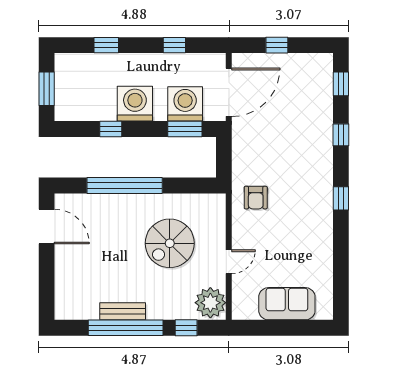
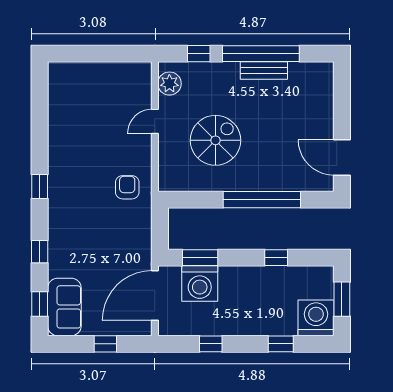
washing machine: (135, 104) -> (316, 318), moved, turned 180
plant: (210, 303) -> (169, 84), width x0.73, depth x0.73
sofa: (287, 304) -> (64, 307), moved, turned -90

